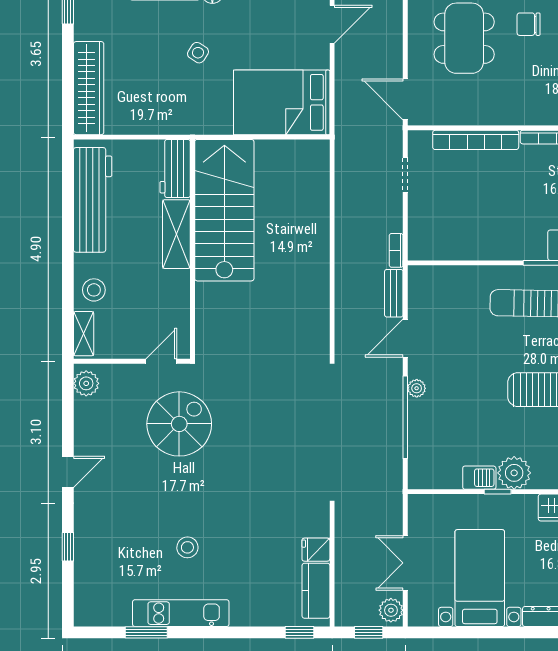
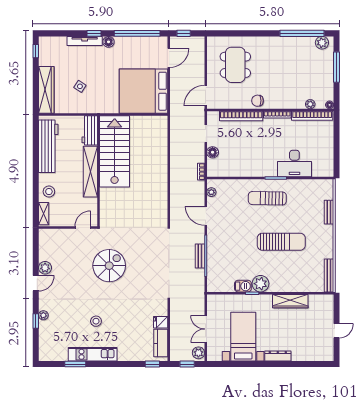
chair: (529, 24) -> (258, 101), moved
side table: (198, 53) -> (80, 86), moved
door: (405, 99) -> (206, 96), hinge flipped
bed: (282, 102) -> (143, 91), width x1.36
floor lamp: (419, 212) -> (213, 152), added
shelving: (176, 234) -> (90, 172), width x1.47
bench: (394, 293) -> (200, 256), moved
door: (405, 338) -> (206, 216), hinge flipped
plant: (86, 383) -> (45, 268), moved
plant: (417, 388) -> (211, 192), moved
spiral stairs: (179, 424) -> (109, 266), moved
plant: (83, 536) -> (43, 315), added

